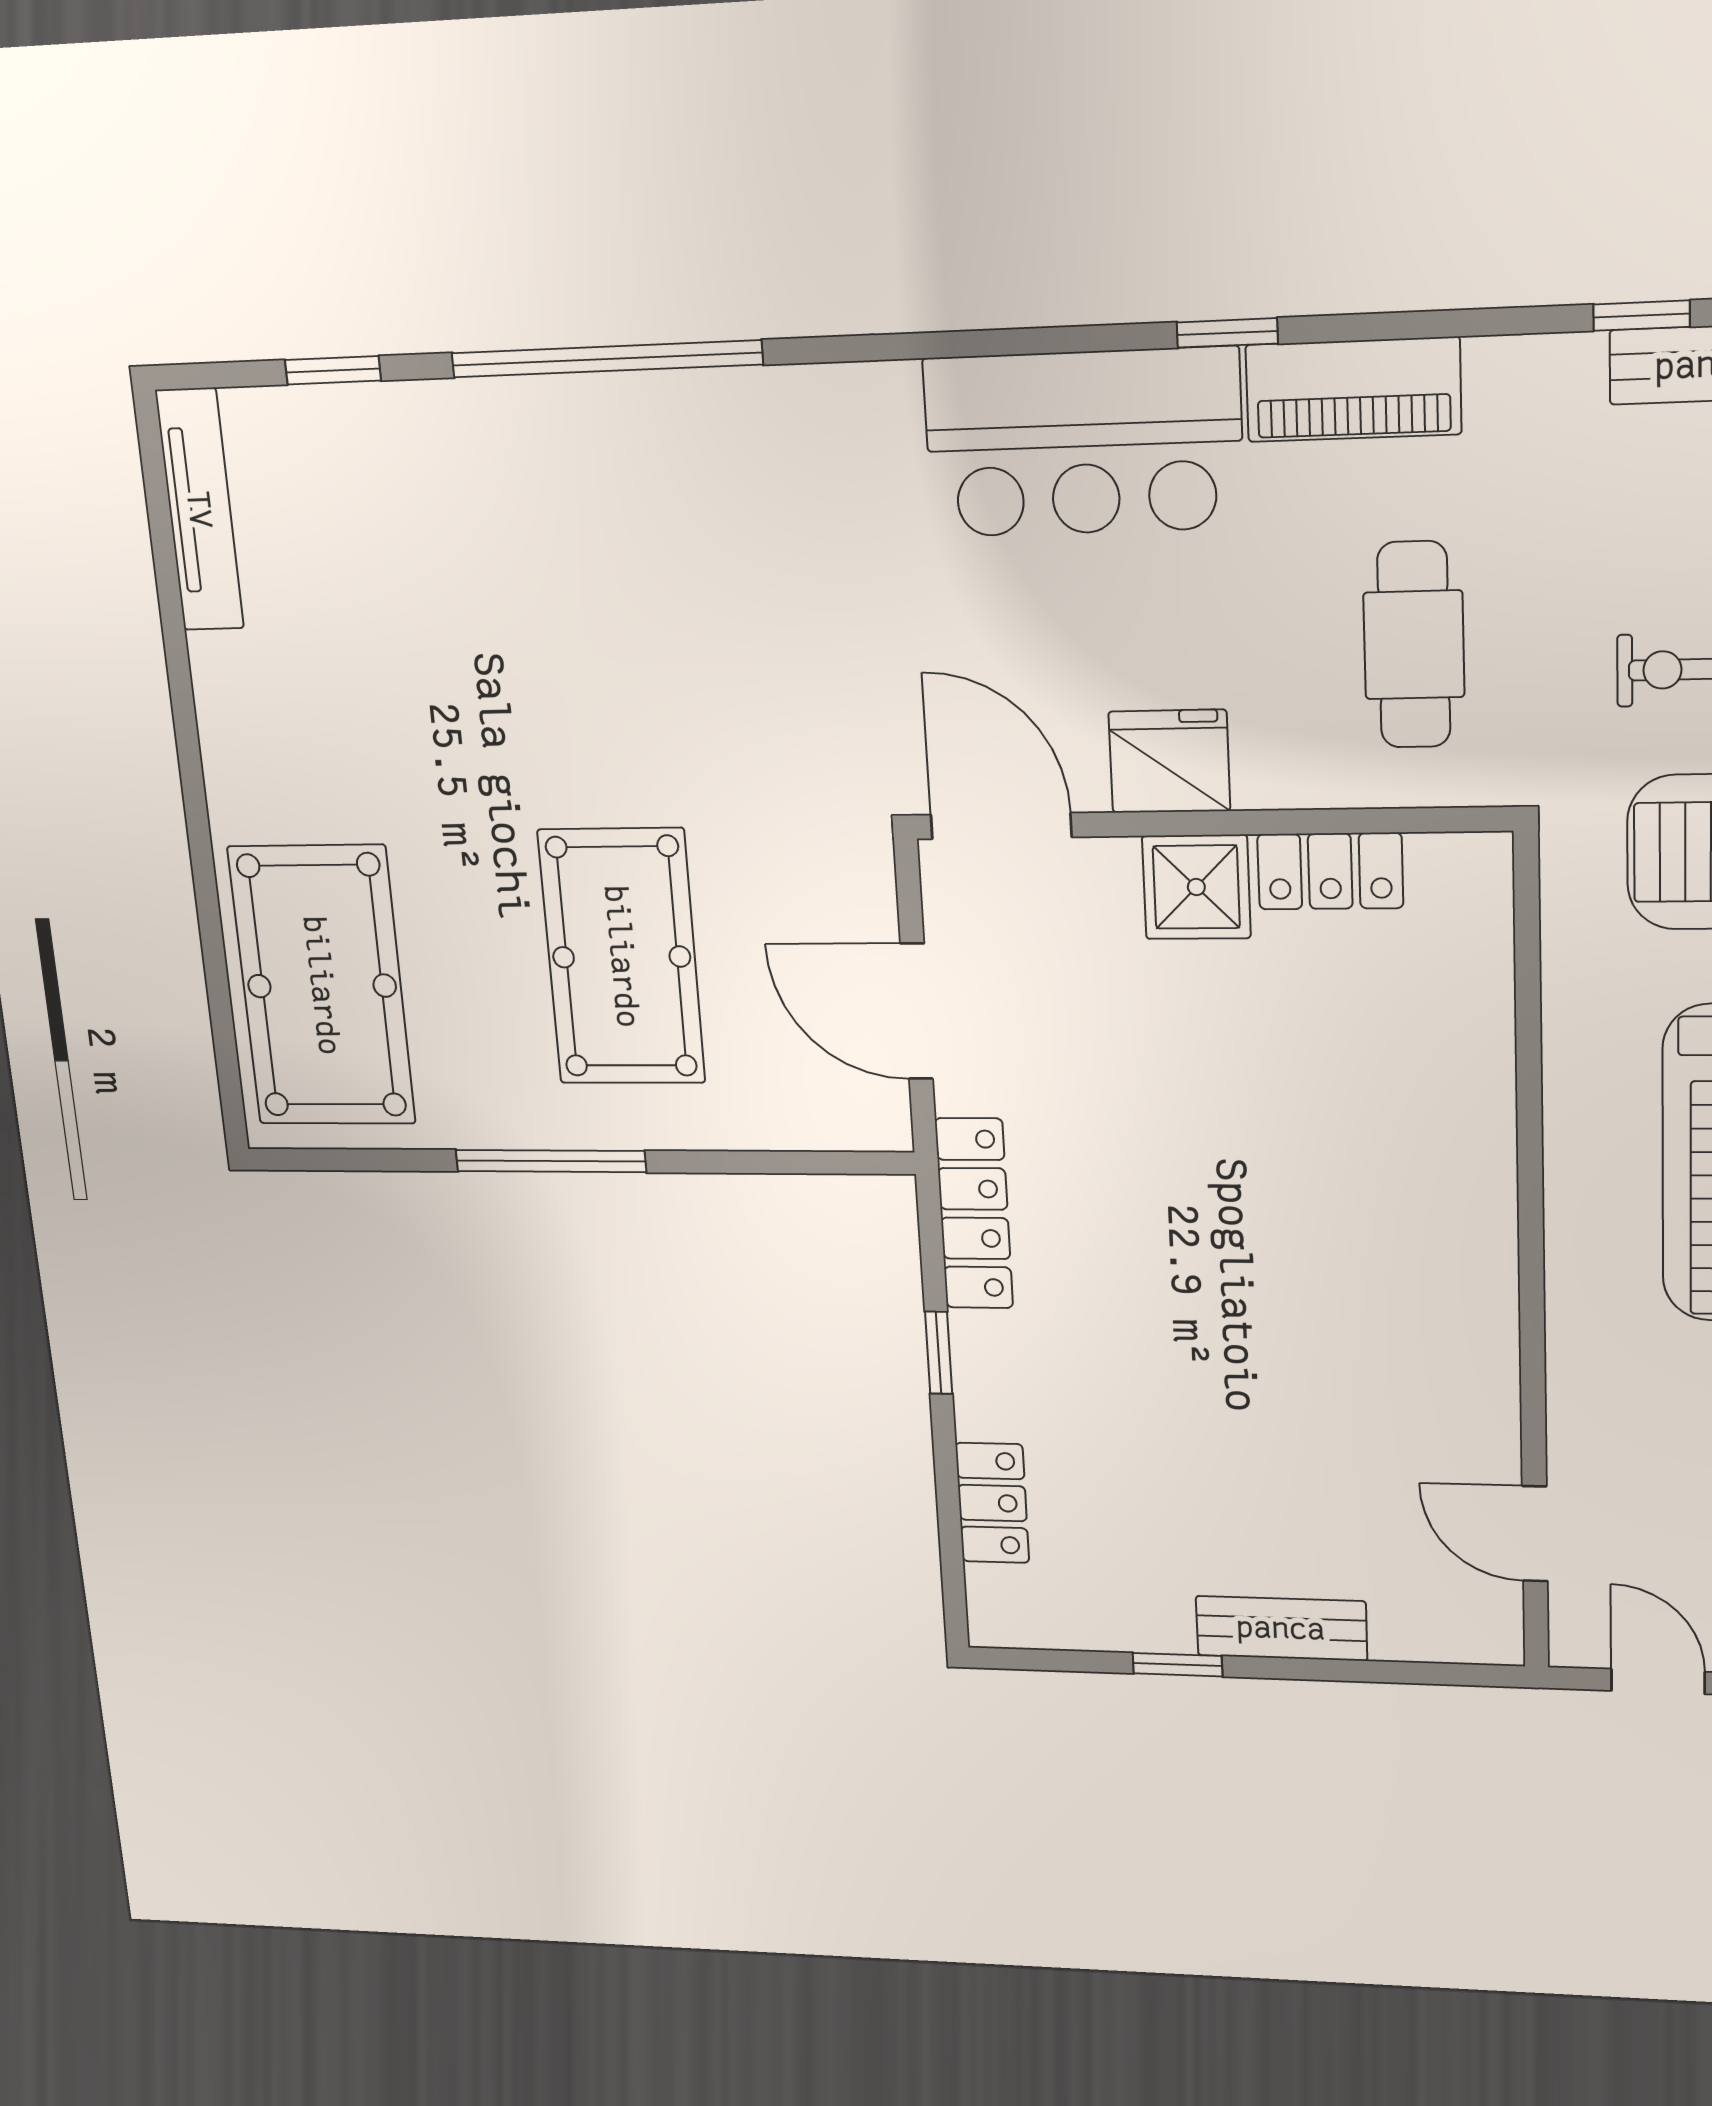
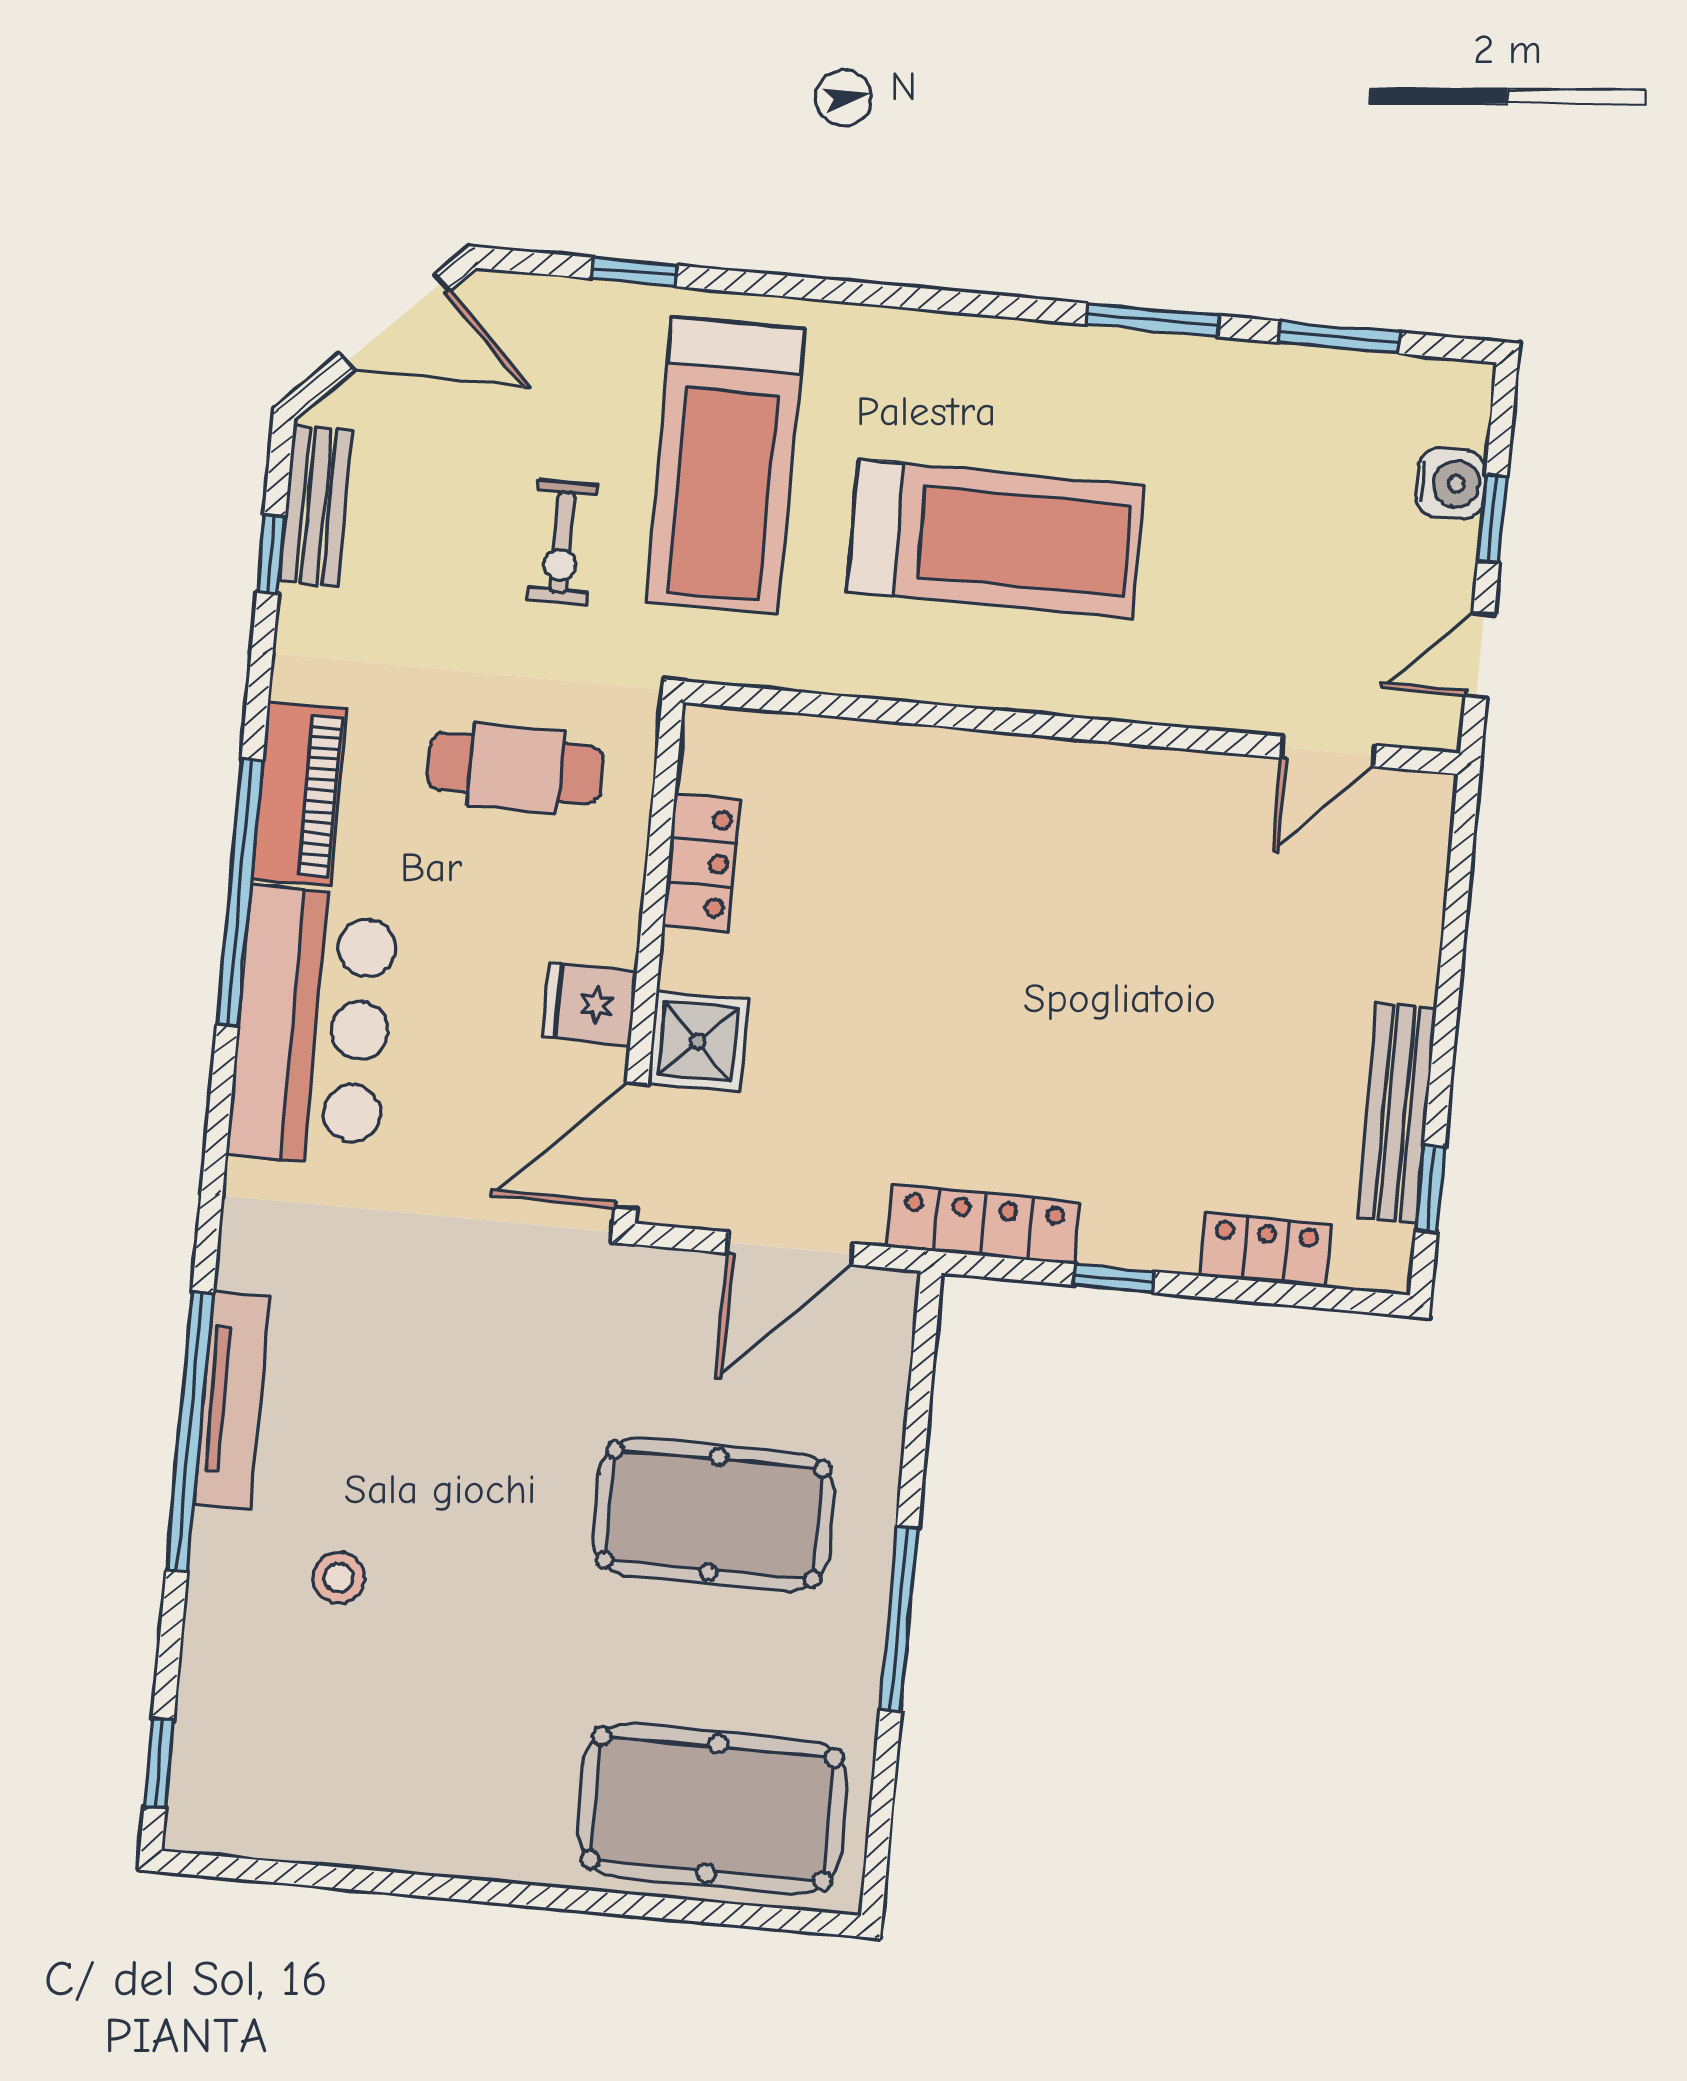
window: (1227, 333) -> (240, 893), width x3.17
window: (333, 370) -> (159, 1763), moved
tv unit: (200, 510) -> (232, 1400), moved, turned 90
stool: (480, 552) -> (339, 1578), added
fridge: (1169, 761) -> (590, 1004), width x0.72
shower: (1196, 887) -> (698, 1042), moved
bench: (1281, 1628) -> (1397, 1113), moved, width x1.36
window: (1177, 1665) -> (1430, 1189), moved

